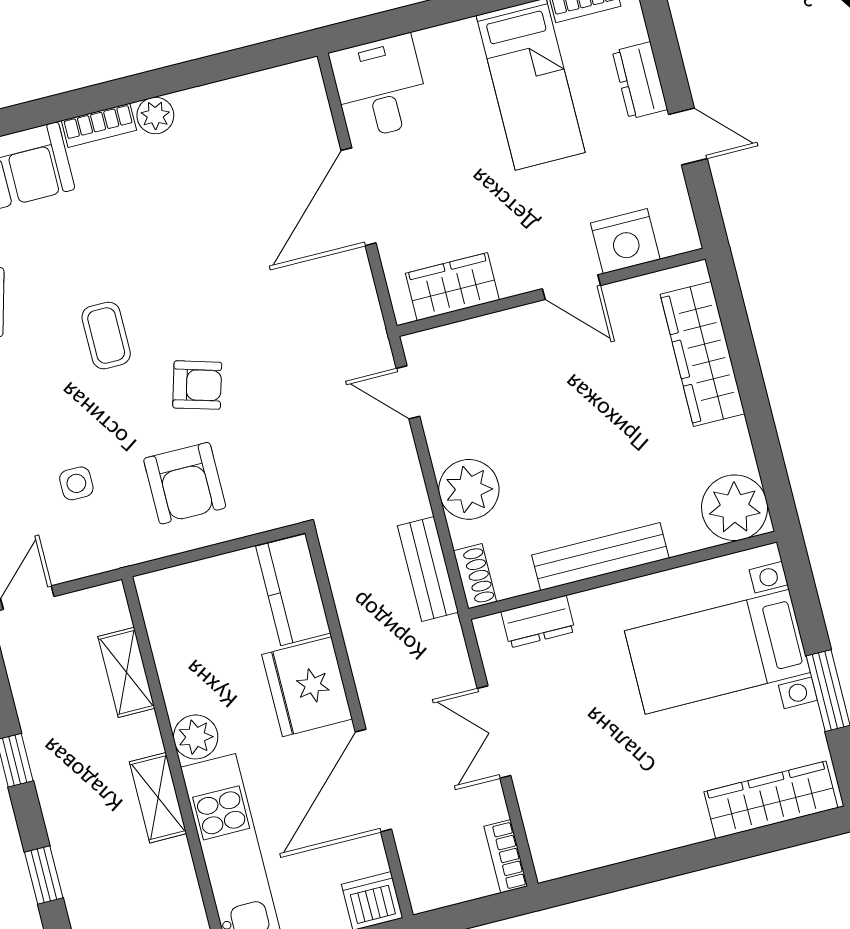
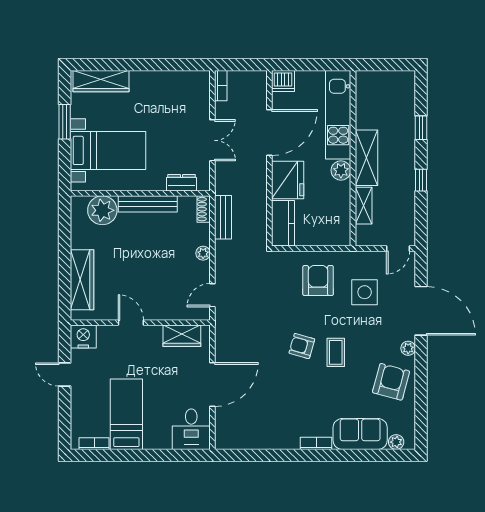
dresser: (640, 80) -> (79, 404), removed
plant: (155, 115) -> (291, 441), removed
nightstand: (625, 241) -> (83, 337), moved
armchair: (197, 385) -> (302, 346), moved
door: (408, 392) -> (212, 295), swing flipped
side table: (76, 483) -> (365, 292), width x1.87, depth x1.87
plant: (469, 489) -> (203, 253), width x0.53, depth x0.53
plant: (735, 508) -> (102, 210), moved
shelving: (158, 798) -> (366, 158), width x1.50, depth x1.33

